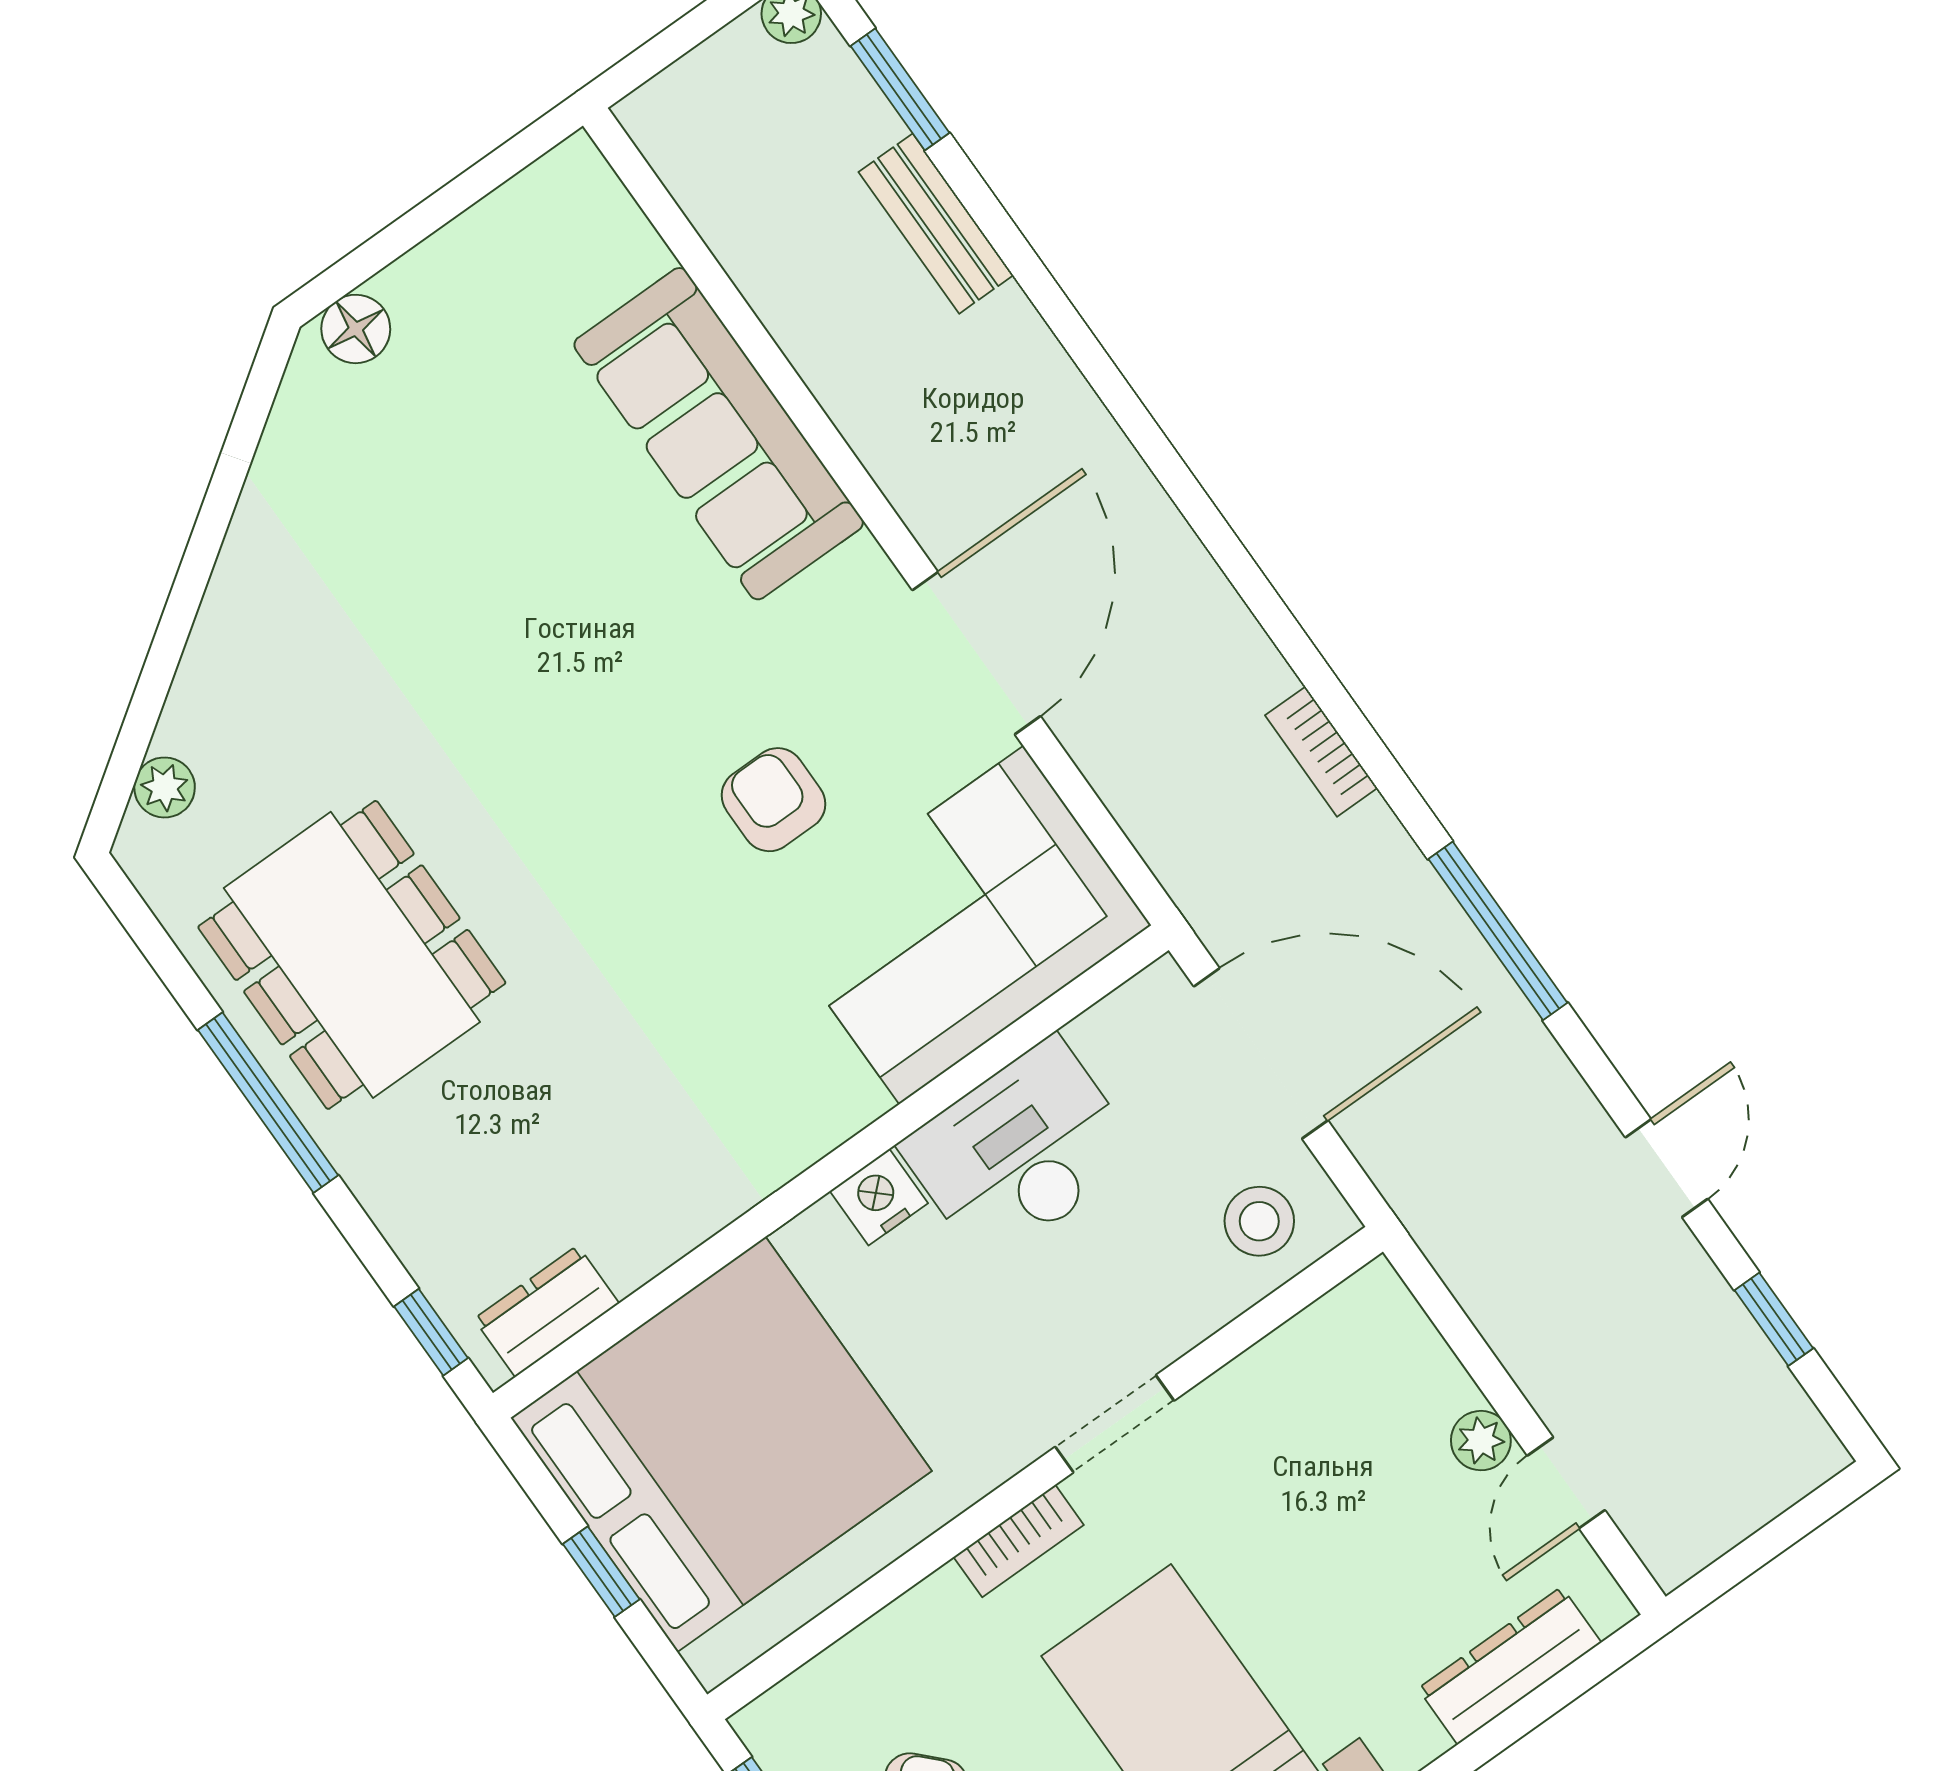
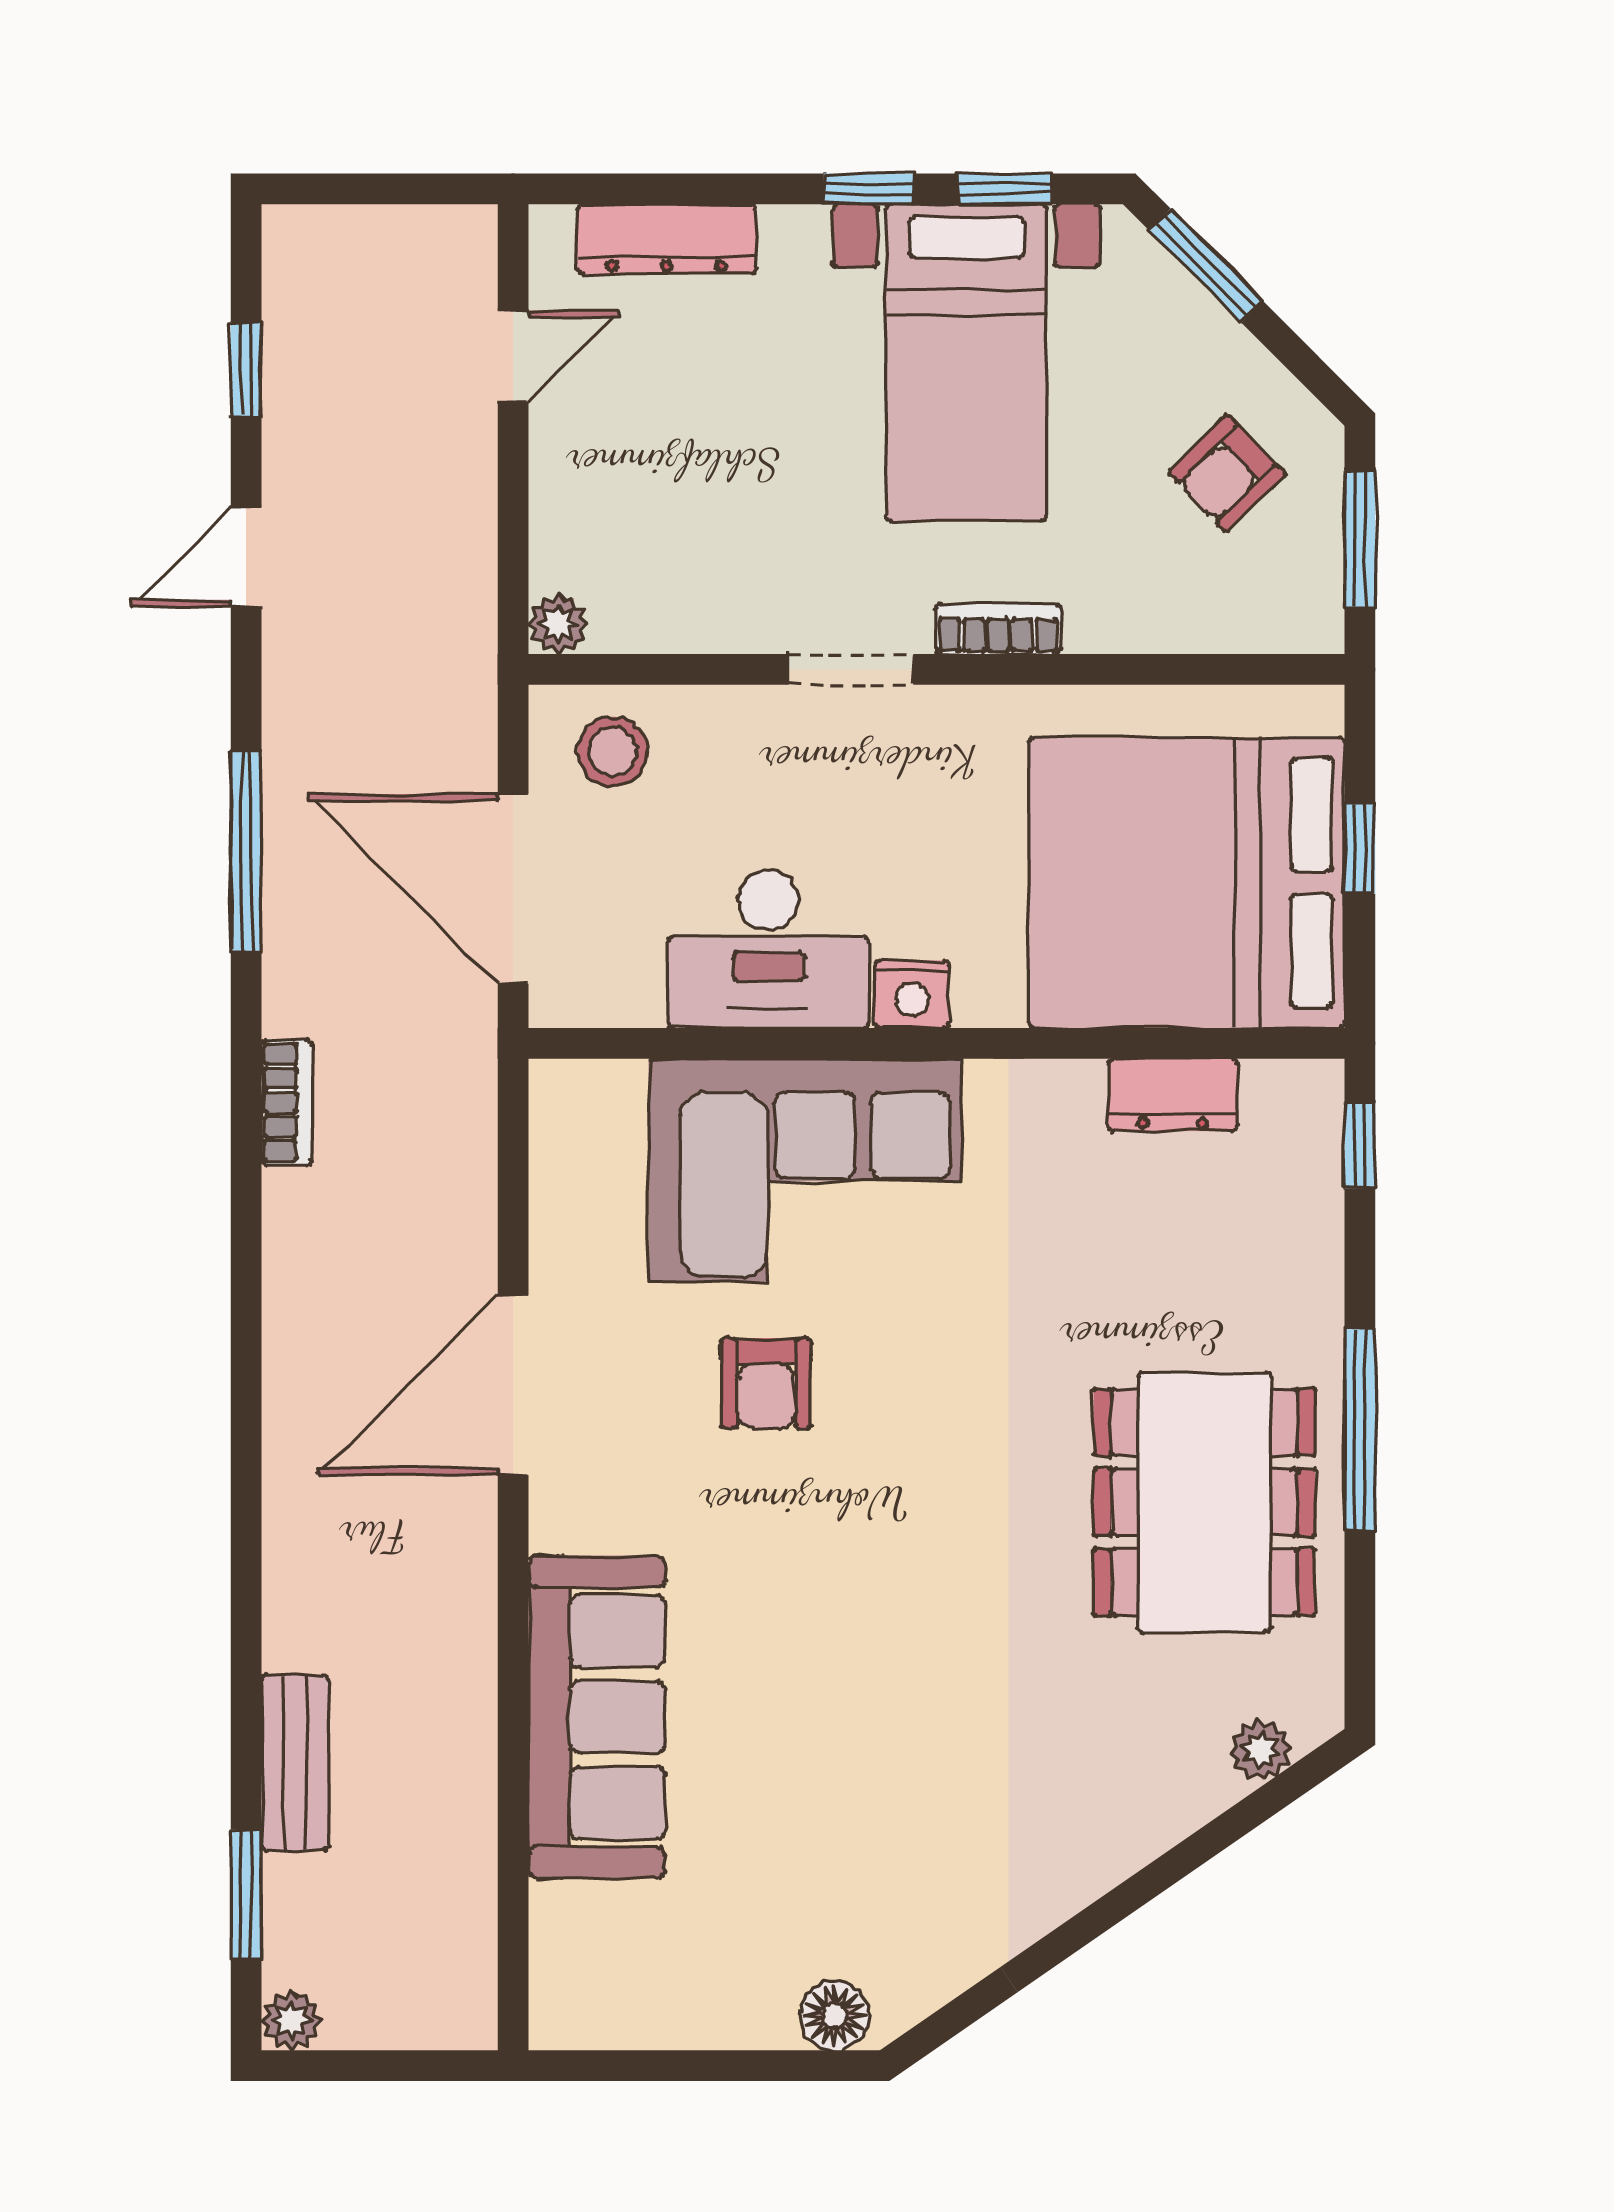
corner sofa: (961, 925) -> (805, 1170), moved
dresser: (547, 1311) -> (1173, 1095), moved
plant: (1481, 1441) -> (558, 624), moved

